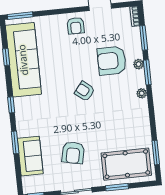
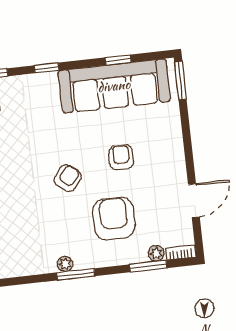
armchair: (76, 26) -> (121, 157), moved, turned 90
plant: (139, 64) -> (156, 253), moved
window: (147, 72) -> (76, 274), moved

